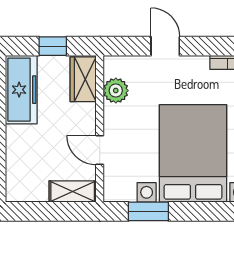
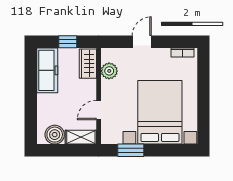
door: (165, 46) -> (142, 42), hinge flipped
door: (100, 150) -> (99, 110), hinge flipped
boiler: (33, 187) -> (55, 135), added

